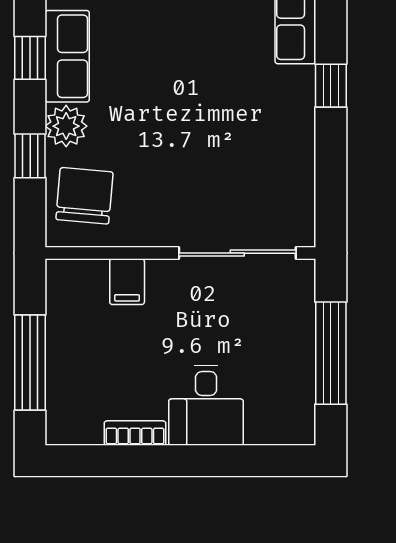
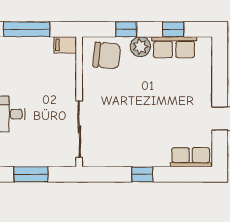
window: (331, 86) -> (142, 174), moved
filing cabinet: (127, 282) -> (65, 45), moved
window: (331, 353) -> (31, 174), width x0.69

